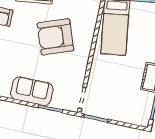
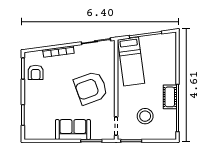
armchair: (55, 37) -> (91, 88), moved
stool: (118, 93) -> (145, 116), added

